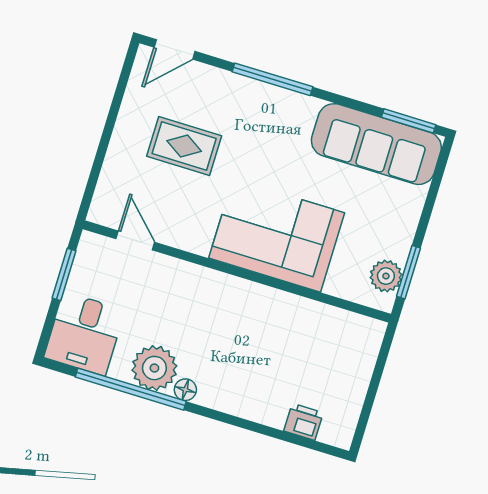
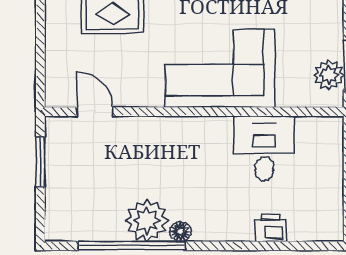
desk: (84, 334) -> (264, 148), moved, turned 180
printer: (303, 422) -> (271, 228), moved

